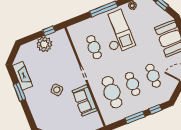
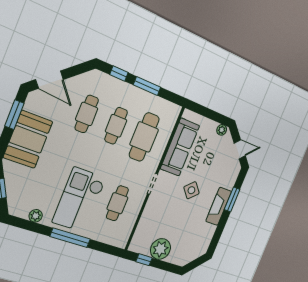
fireplace: (23, 76) -> (219, 206), moved
window: (20, 92) -> (232, 200), moved
sofa: (85, 100) -> (180, 147), width x1.36

